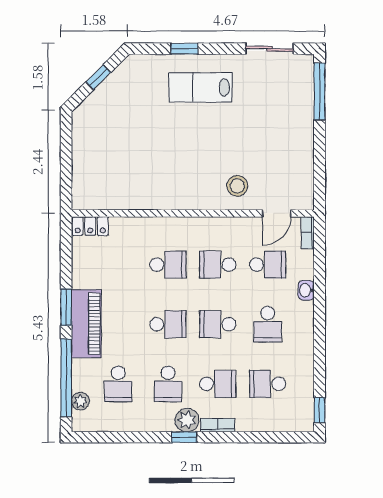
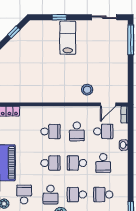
lab bench: (200, 88) -> (68, 38), turned 90
school desk: (218, 265) -> (77, 131), turned -90
school desk: (118, 384) -> (24, 195), turned 180
school desk: (218, 384) -> (77, 195), turned 180

